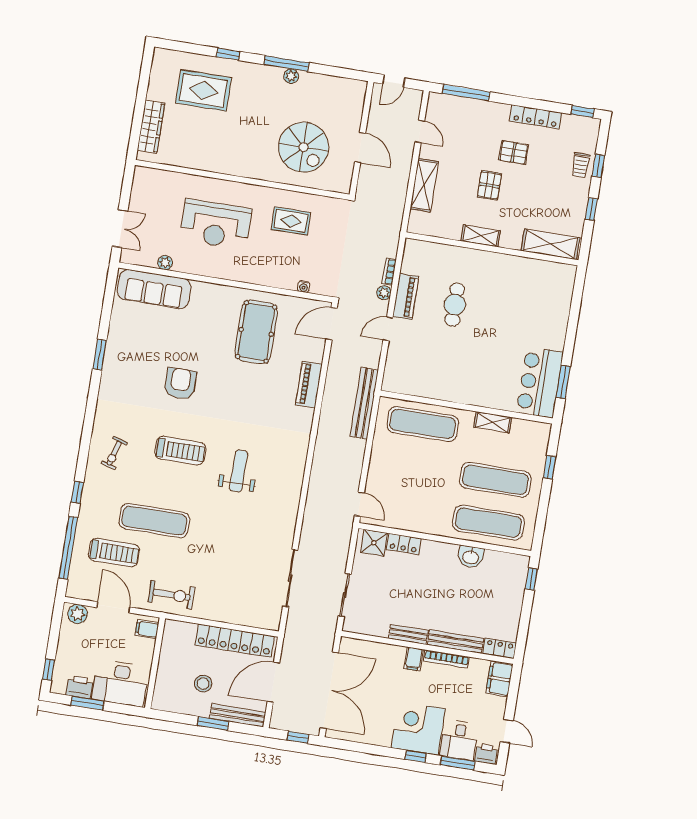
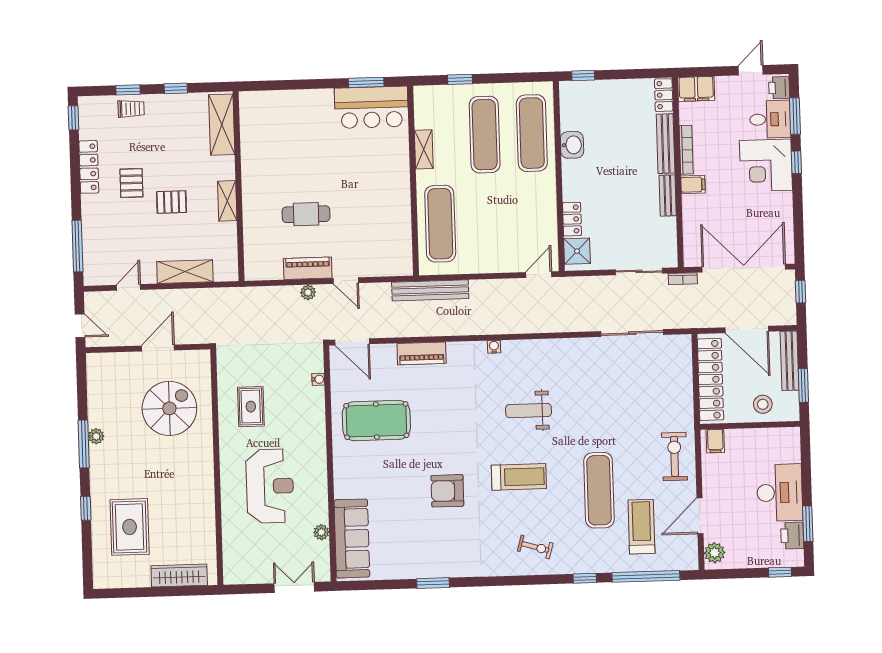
bookcase: (389, 272) -> (683, 279), moved
treadmill: (180, 451) -> (519, 477), turned 90
water cooler: (302, 451) -> (494, 347), added
filing cabinet: (147, 629) -> (715, 441), moved
wall: (155, 663) -> (750, 425), moved

